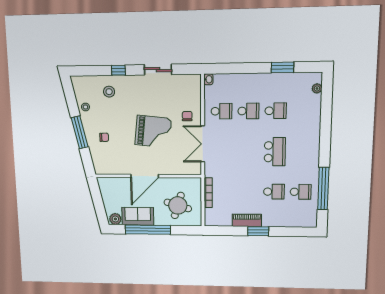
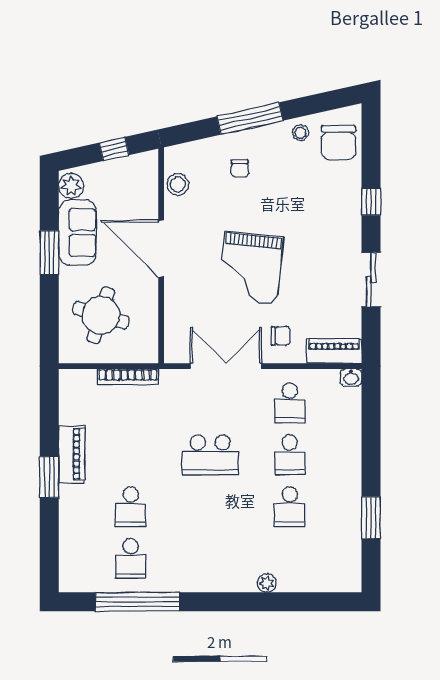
chair: (89, 88) -> (339, 142), added
piano: (195, 88) -> (334, 351), added
plant: (317, 88) -> (267, 583), moved
stool: (109, 92) -> (178, 184), moved
school desk: (275, 152) -> (210, 455), moved
window: (97, 198) -> (114, 149), added
window: (148, 230) -> (49, 253), width x0.47

